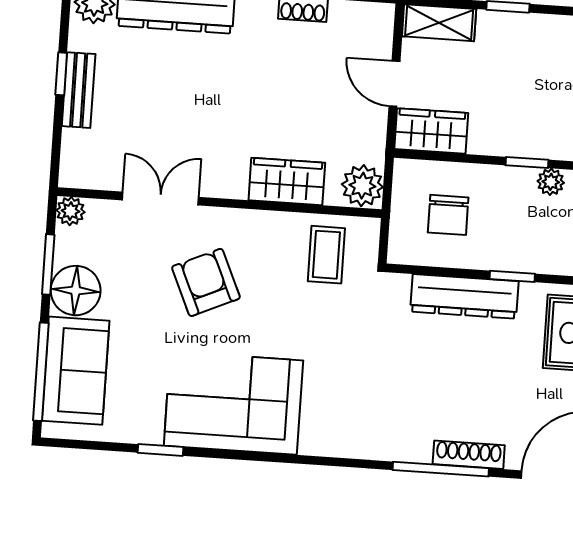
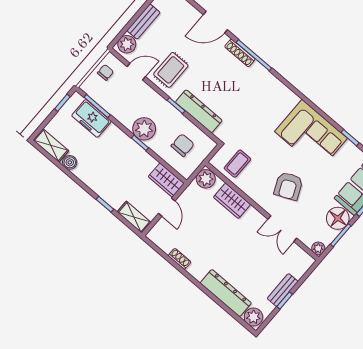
plant: (551, 182) -> (144, 129), width x1.88, depth x1.88

